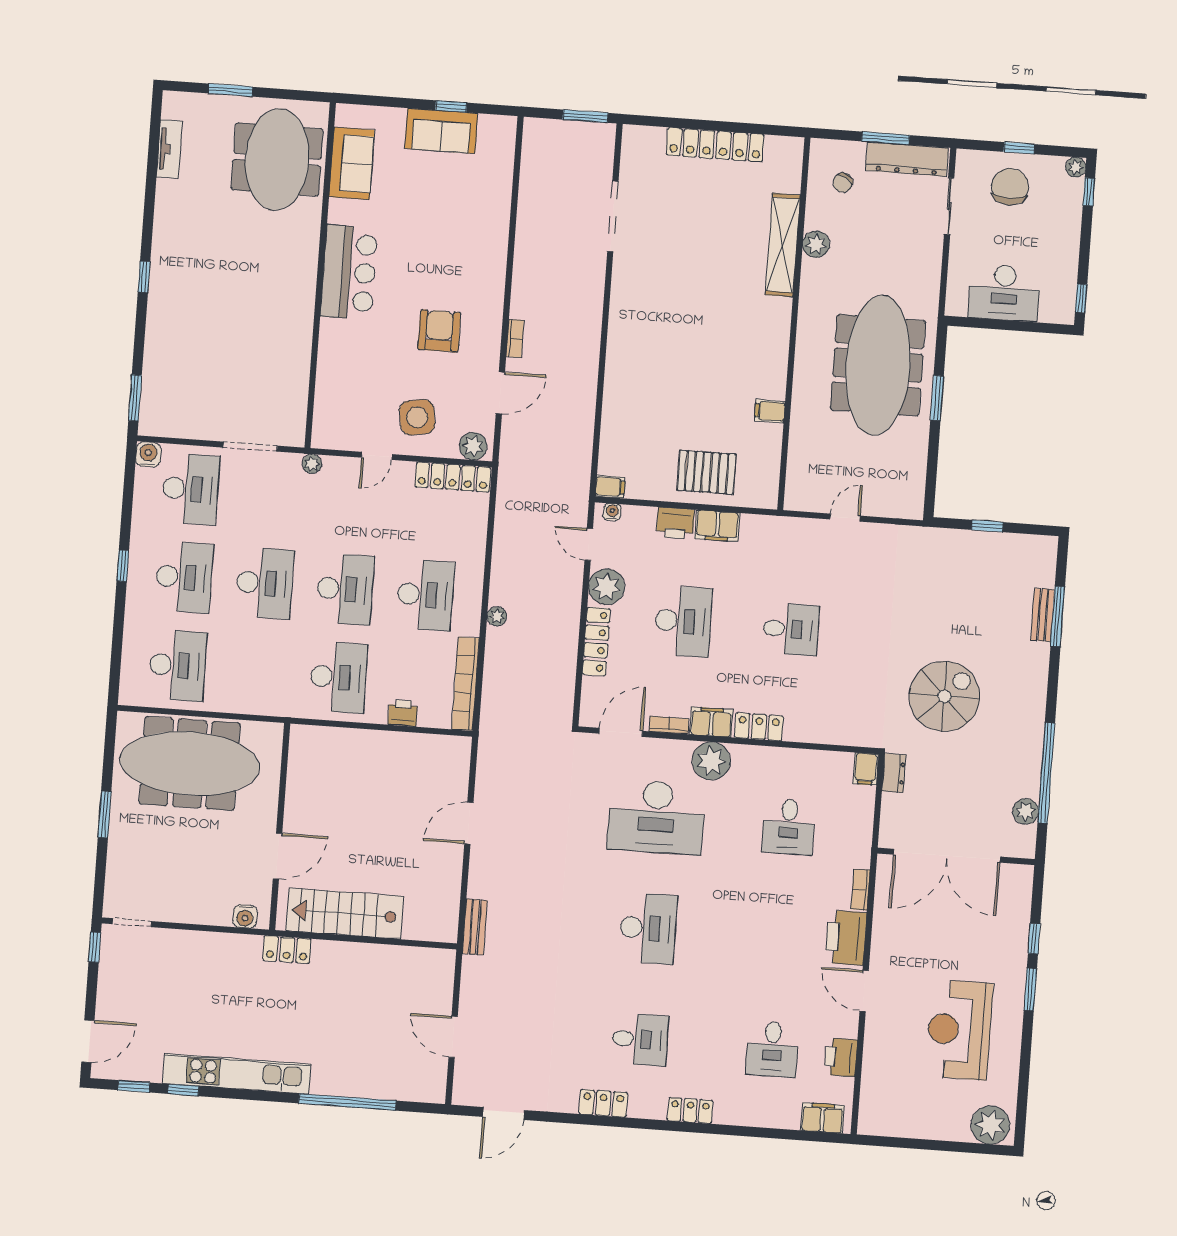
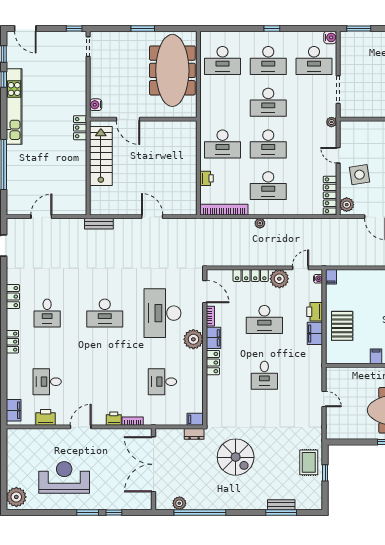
rug: (965, 556) -> (309, 462), added
printer: (846, 938) -> (114, 419), width x0.53, depth x0.68

